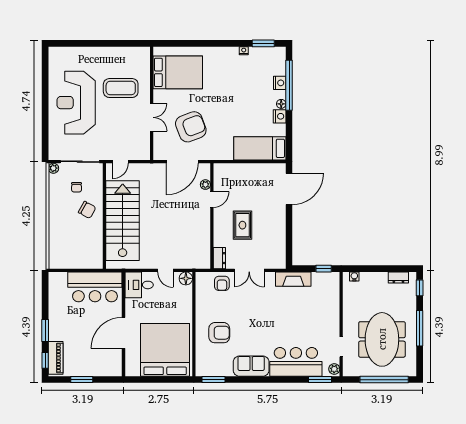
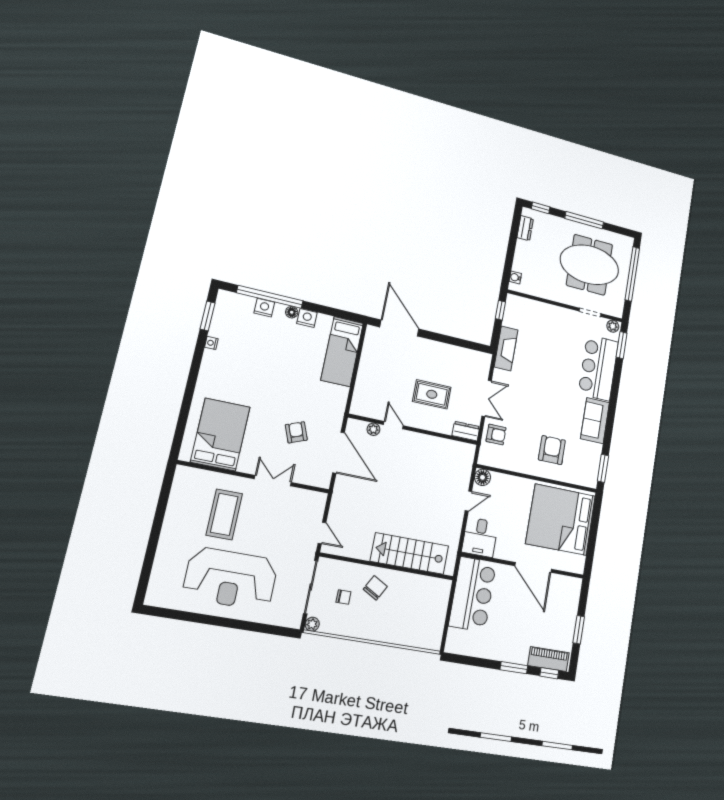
armchair: (191, 127) -> (296, 432), width x0.53, depth x0.53
stairs: (123, 221) -> (410, 553), width x0.73, depth x0.66

